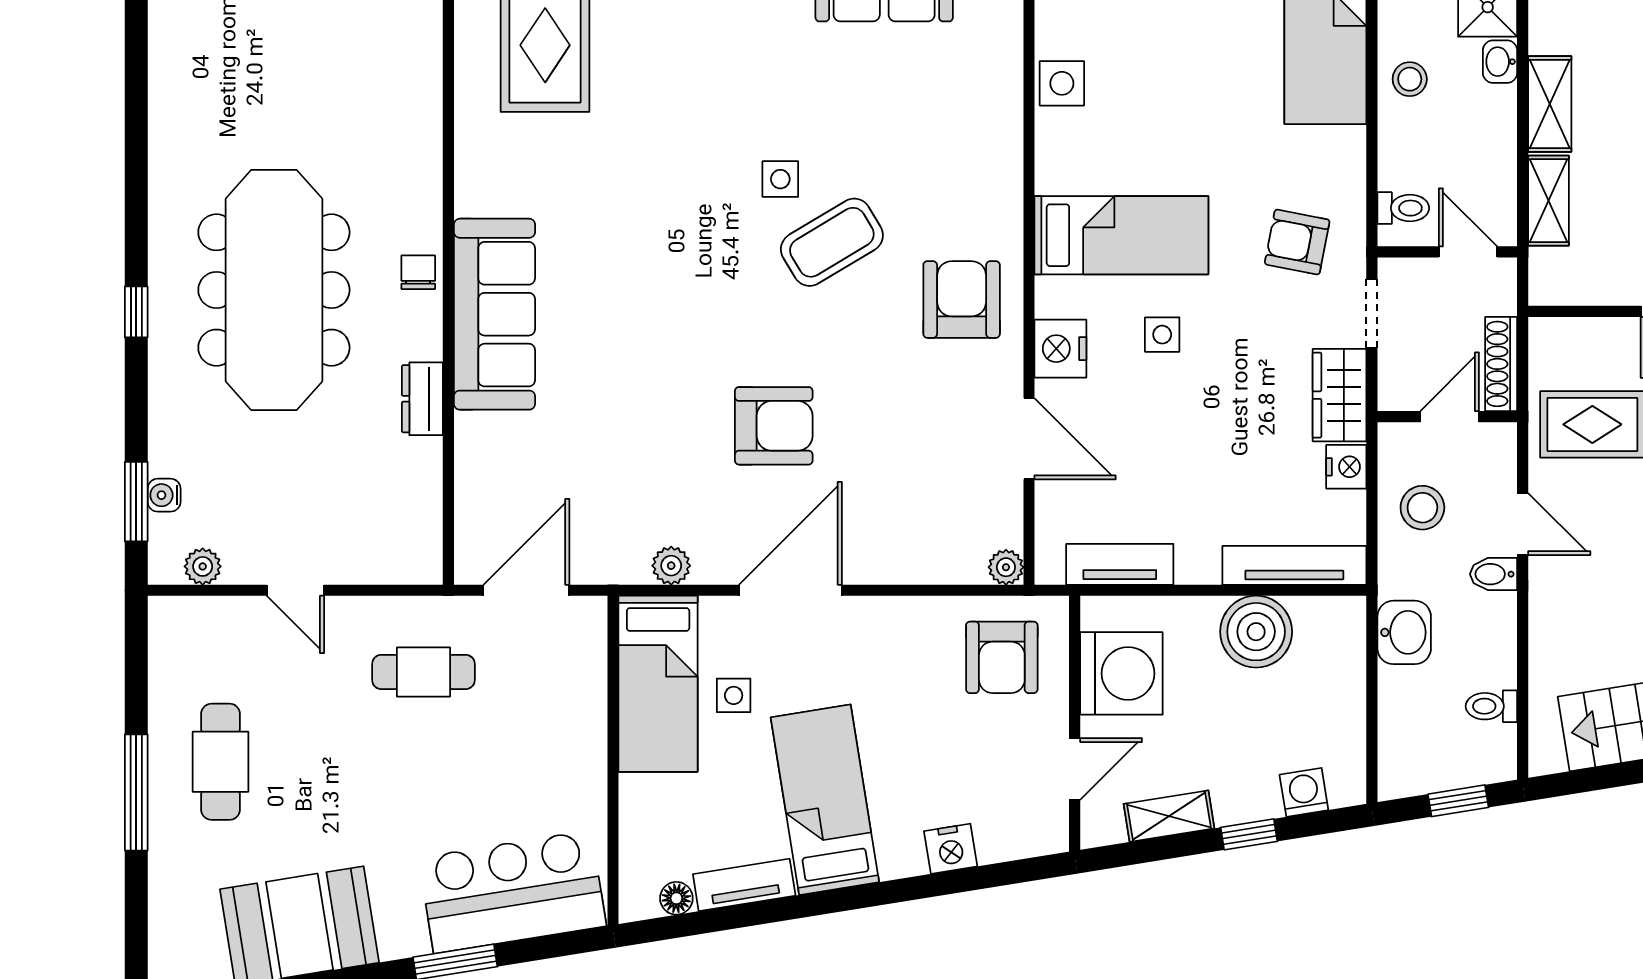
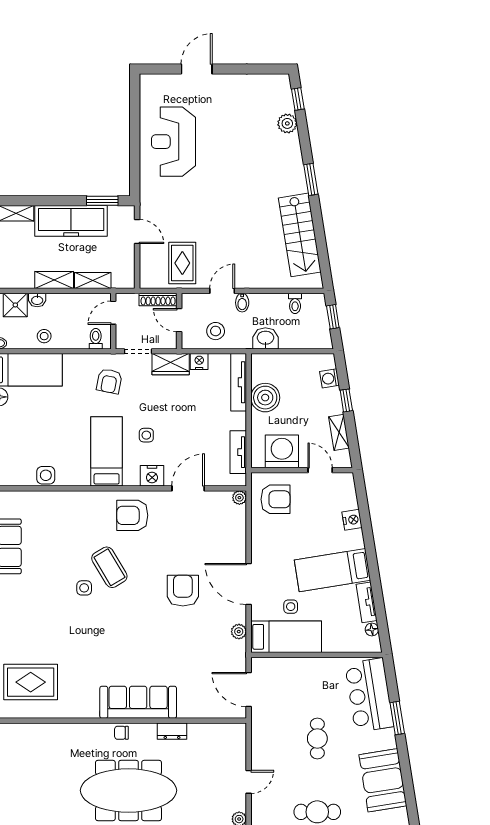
cafe table: (423, 672) -> (317, 738), moved

